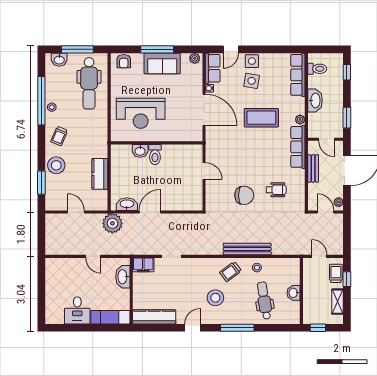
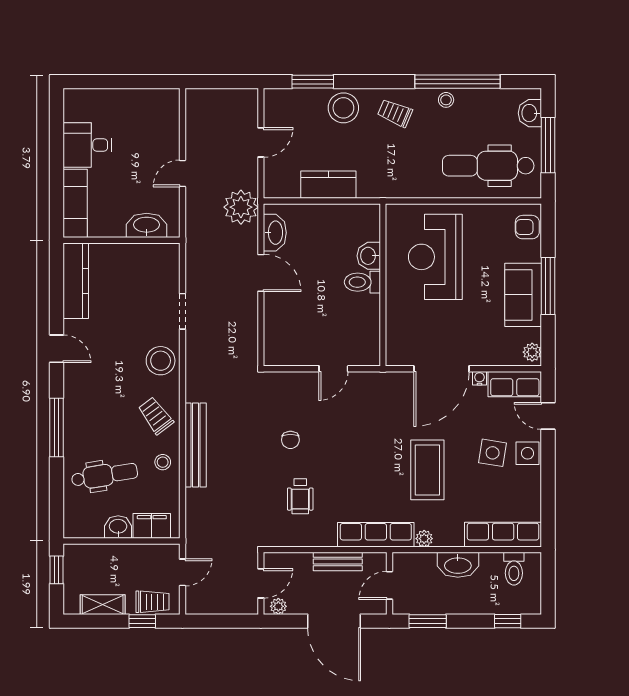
chair: (244, 195) -> (290, 440), width x0.54, depth x0.54
filing cabinet: (143, 265) -> (152, 526), moved, turned 90
stool: (215, 298) -> (161, 361), moved

